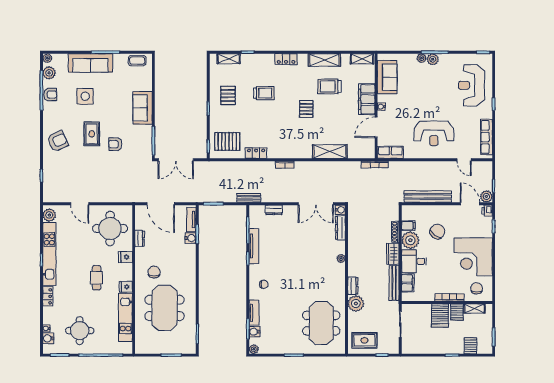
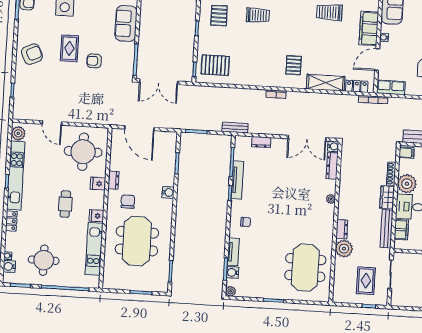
pallet: (306, 109) -> (294, 65), moved
locker: (256, 153) -> (357, 86), moved
tv unit: (191, 220) -> (171, 147), removed
filing cabinet: (408, 226) -> (407, 153), moved
water cooler: (191, 238) -> (168, 192), moved
dresser: (140, 239) -> (113, 180), moved
rug: (364, 340) -> (366, 281), moved, turned 90

